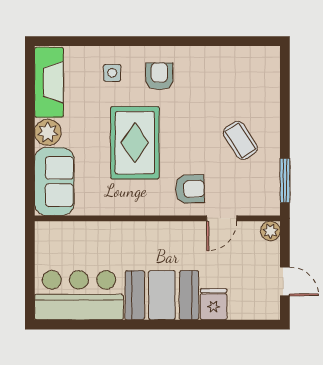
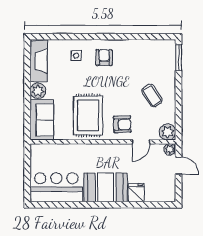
rug: (135, 143) -> (88, 115), moved
window: (285, 181) -> (179, 58), moved
plant: (266, 202) -> (168, 132), added
door: (285, 281) -> (179, 166), moved

